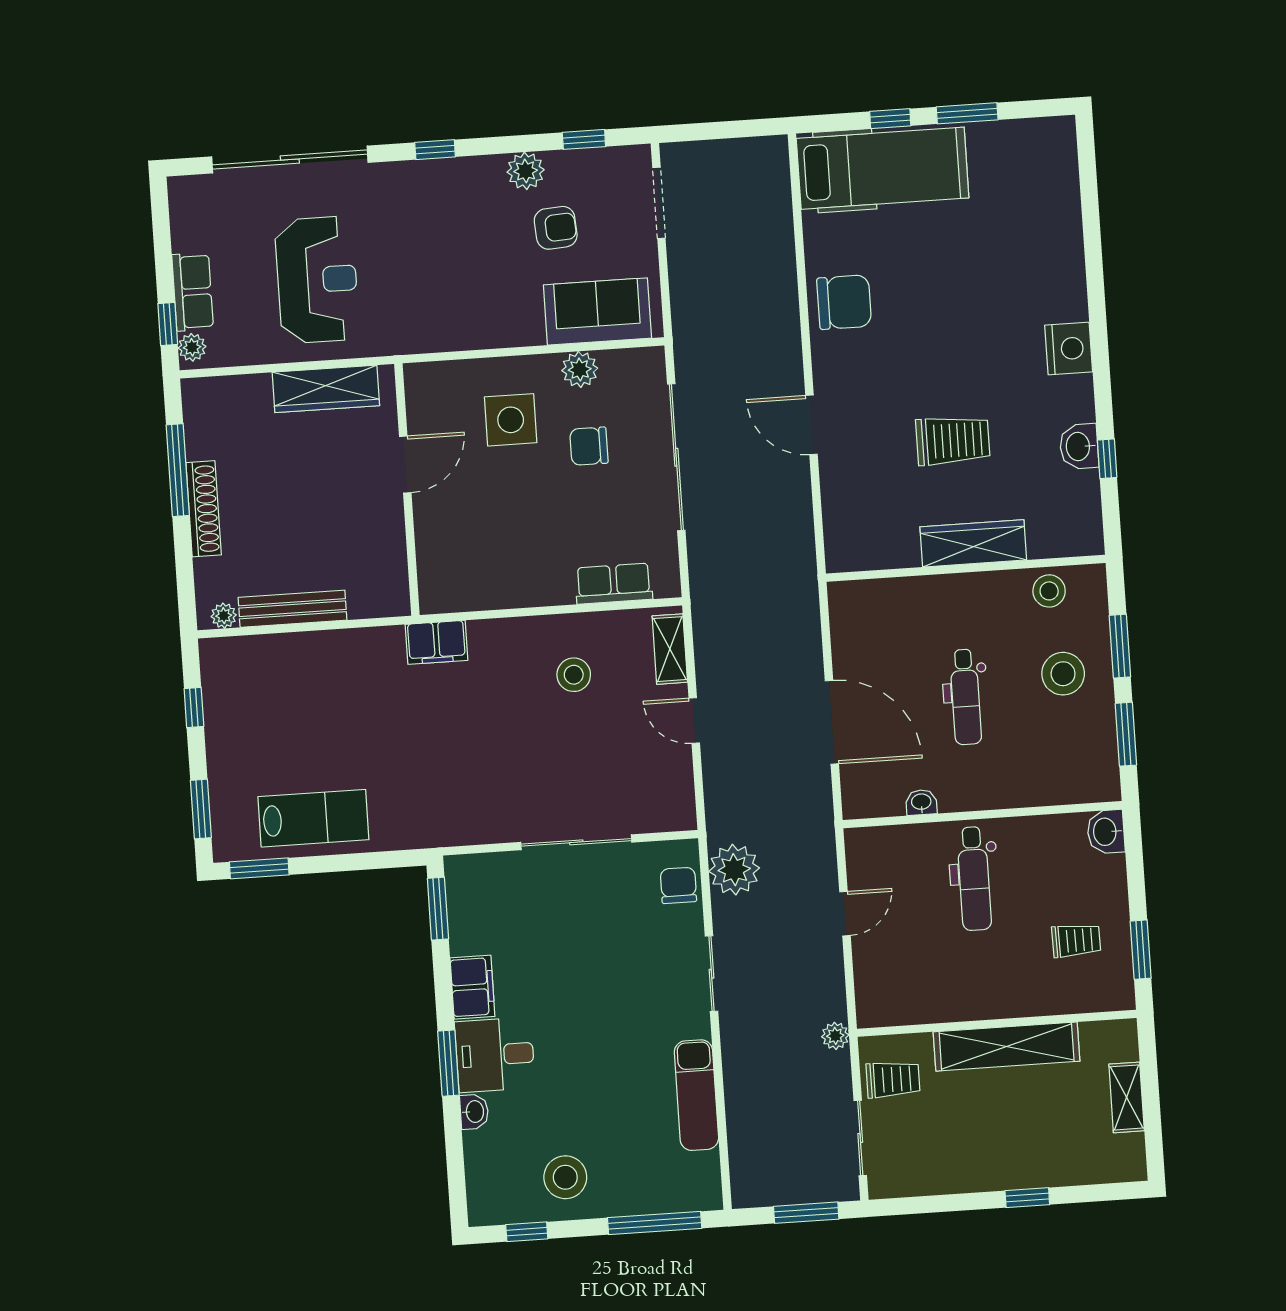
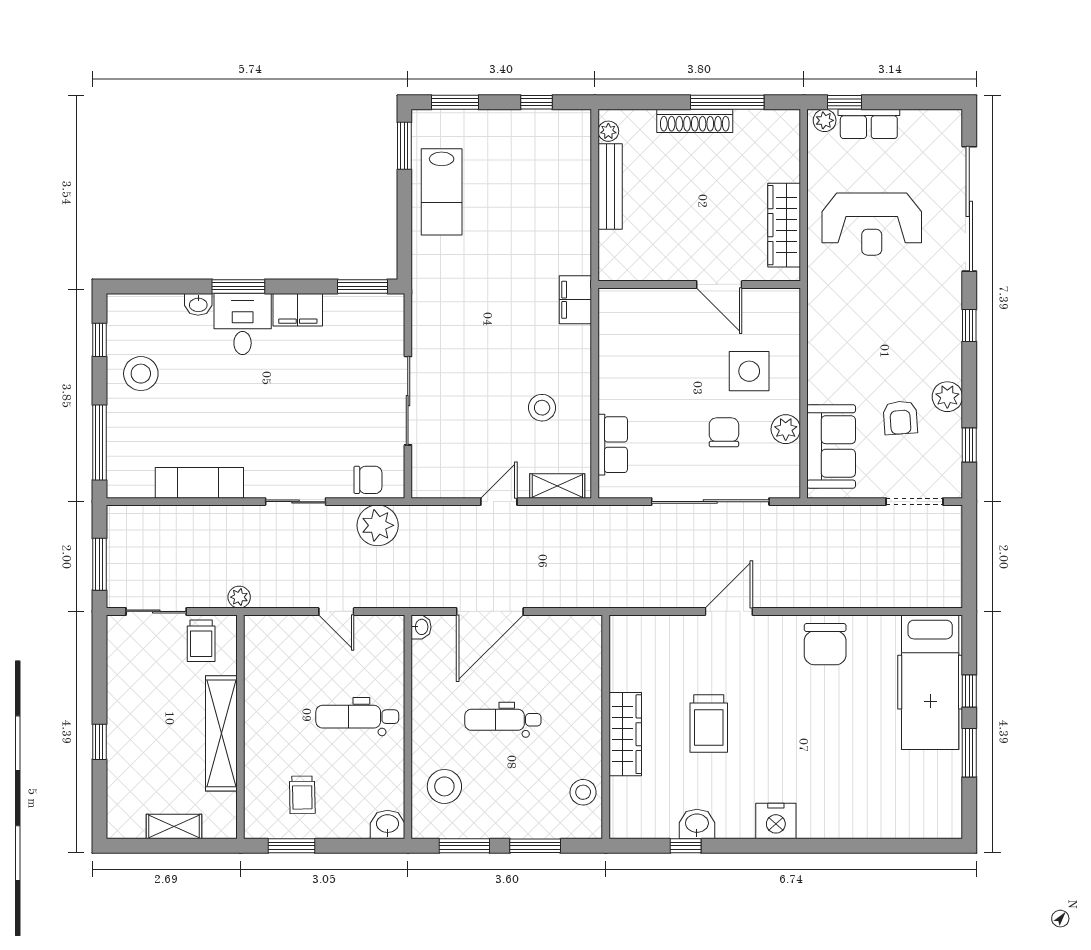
stool: (1063, 674) -> (444, 786), moved
washbasin: (921, 802) -> (421, 627), moved

